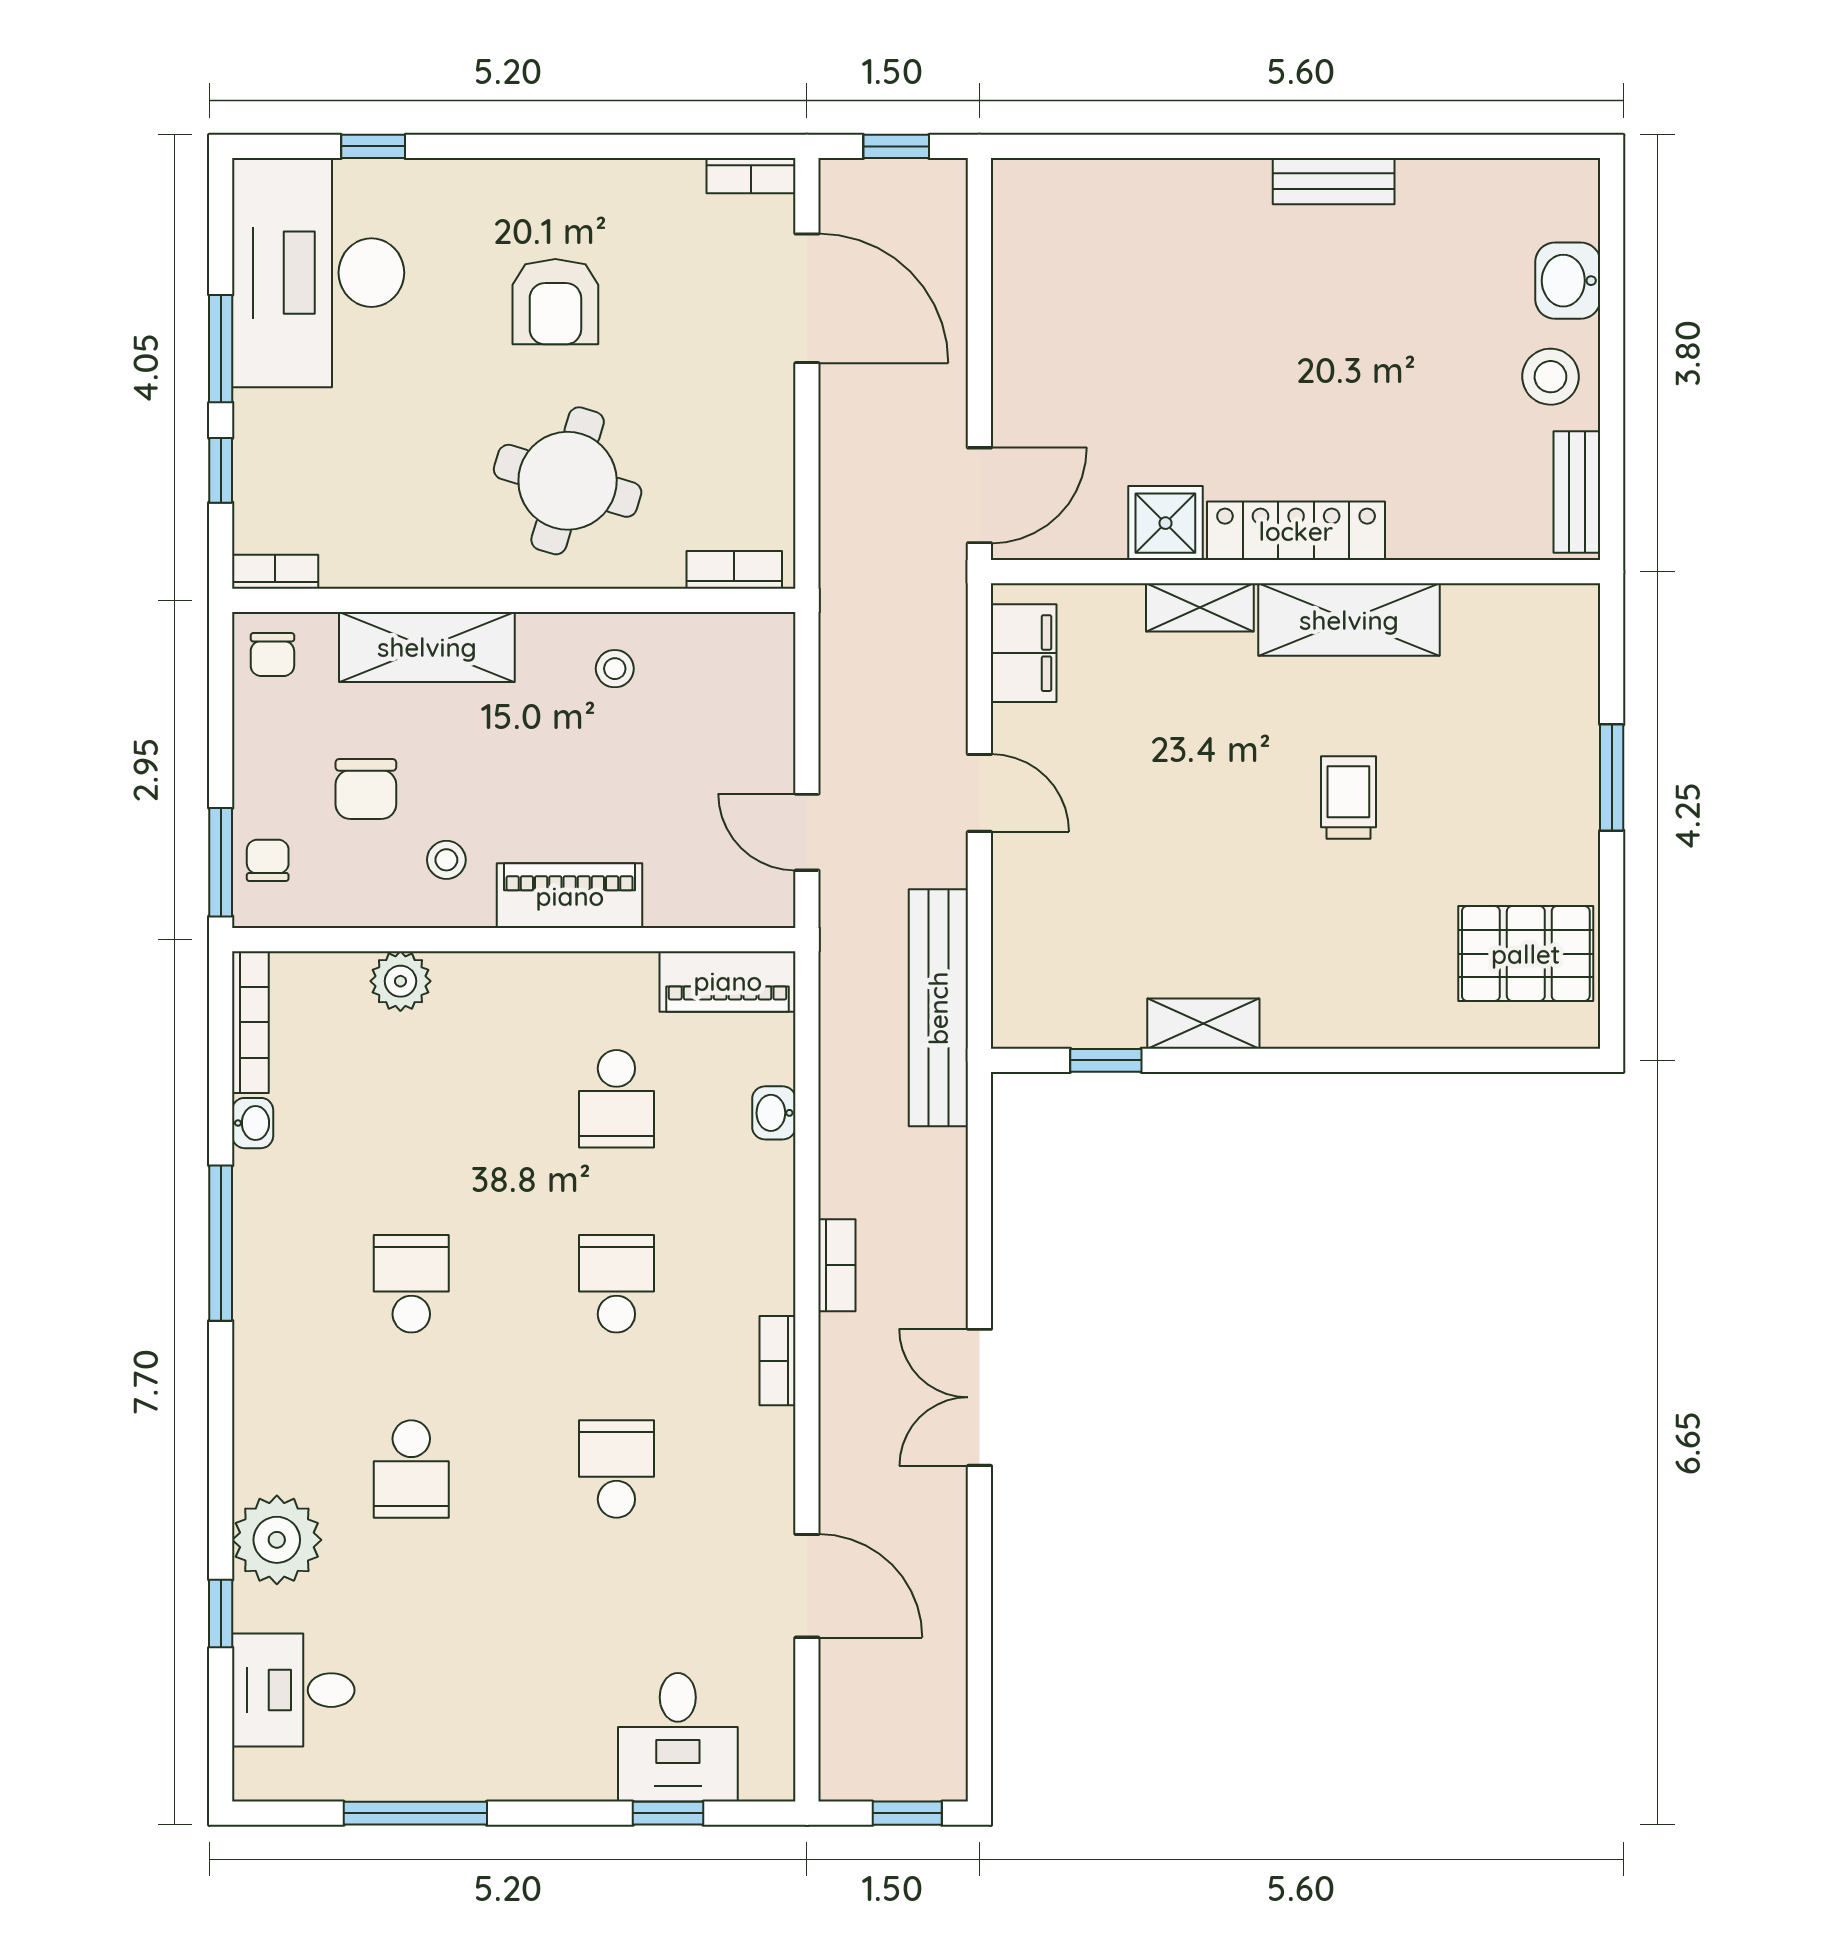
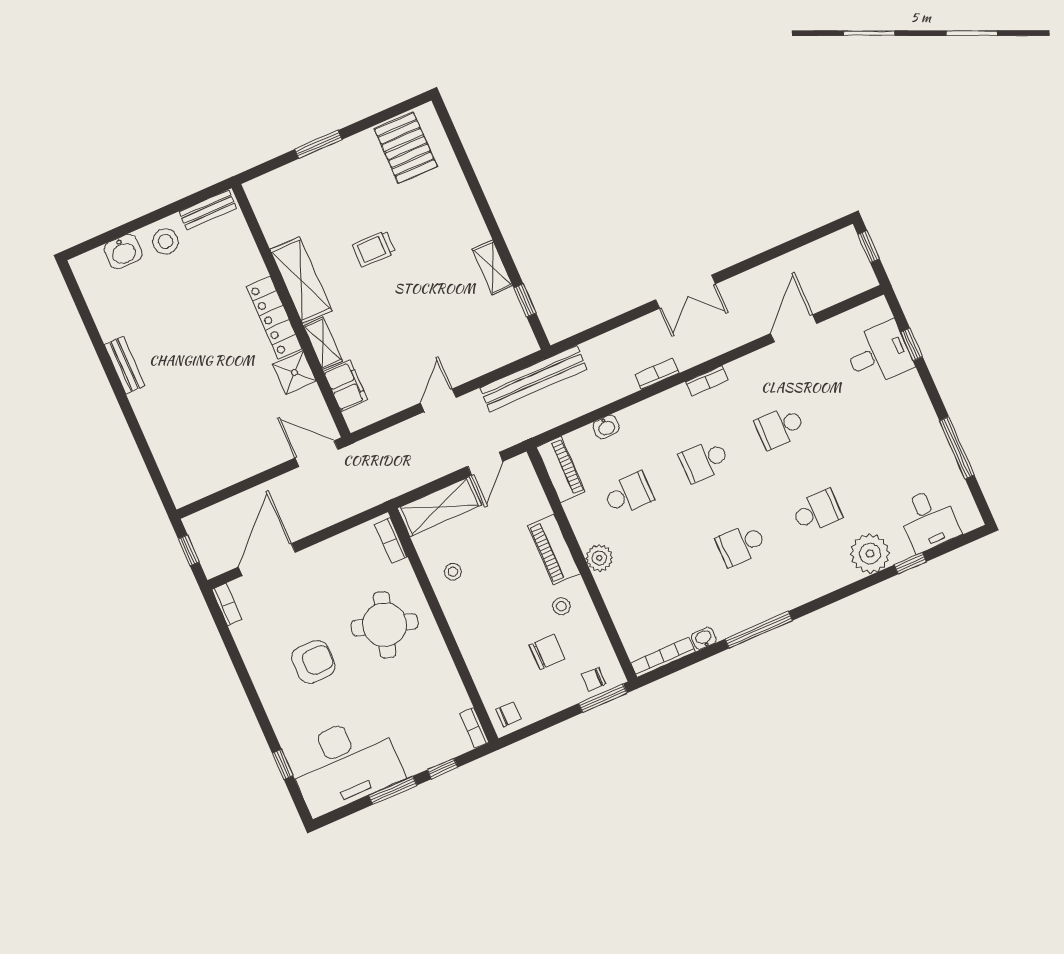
shelving: (427, 647) -> (439, 507), moved, turned 90
filing cabinet: (1024, 653) -> (346, 386), moved, turned 90
plant: (400, 981) -> (599, 558), moved

